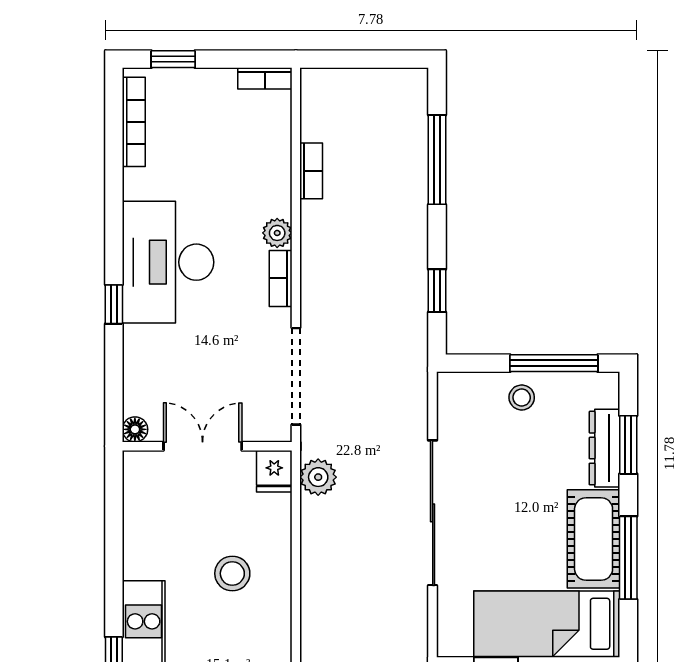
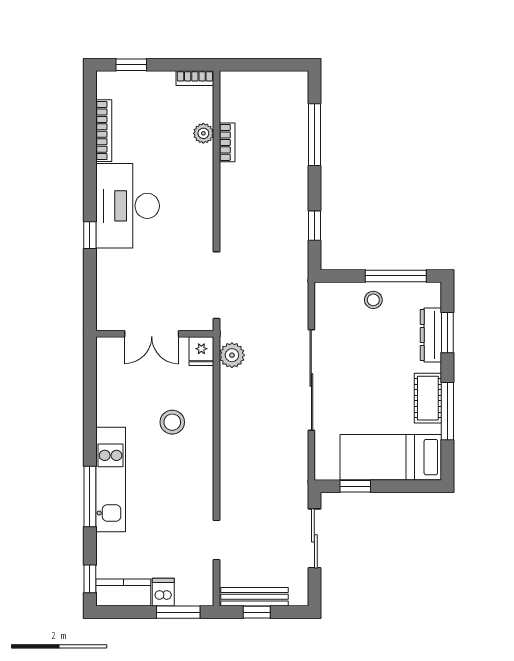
bookcase: (134, 122) -> (104, 131), moved
plant: (277, 233) -> (203, 133), moved
bookcase: (281, 278) -> (206, 217), removed
floor lamp: (135, 429) -> (105, 322), removed
double door: (203, 446) -> (152, 334), swing flipped
cot: (594, 539) -> (428, 398), width x0.73, depth x0.75

